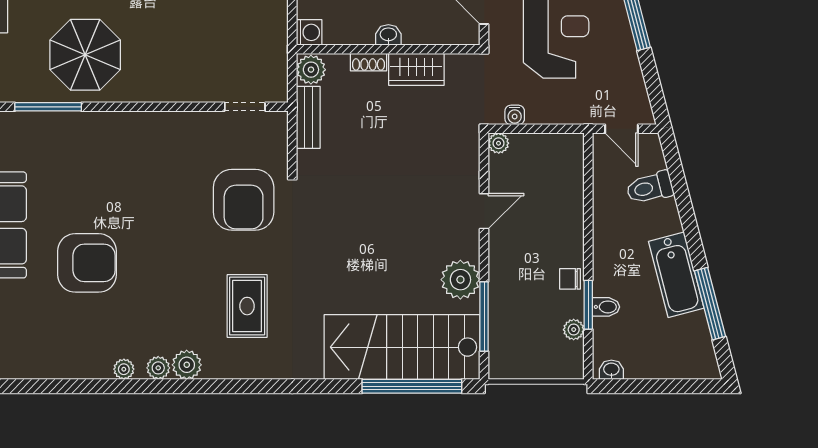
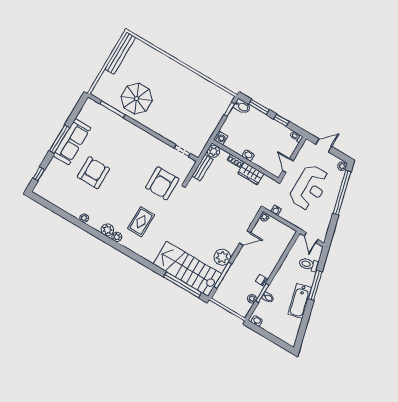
armchair: (87, 263) -> (93, 173), turned -90
window: (710, 304) -> (315, 285), moved
plant: (158, 368) -> (117, 237), moved

